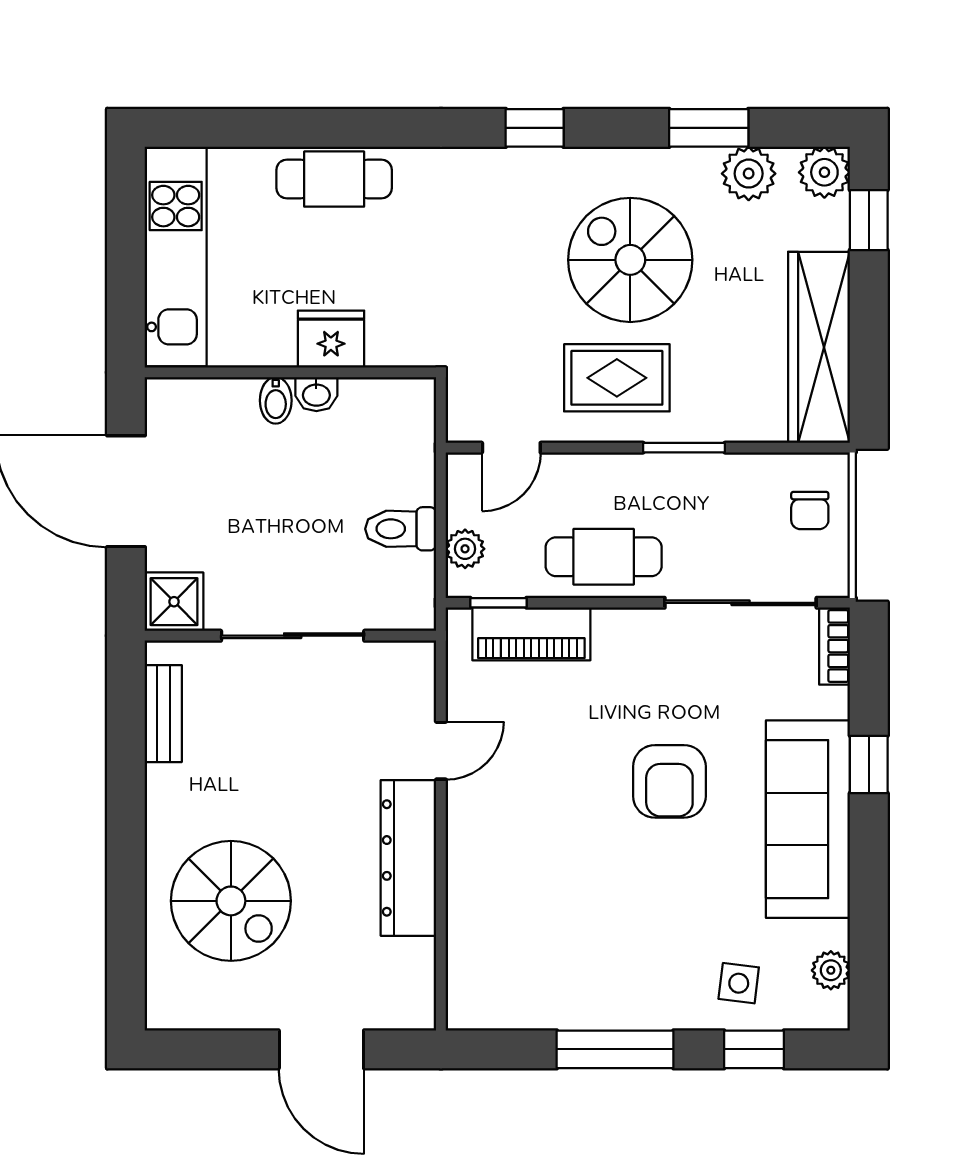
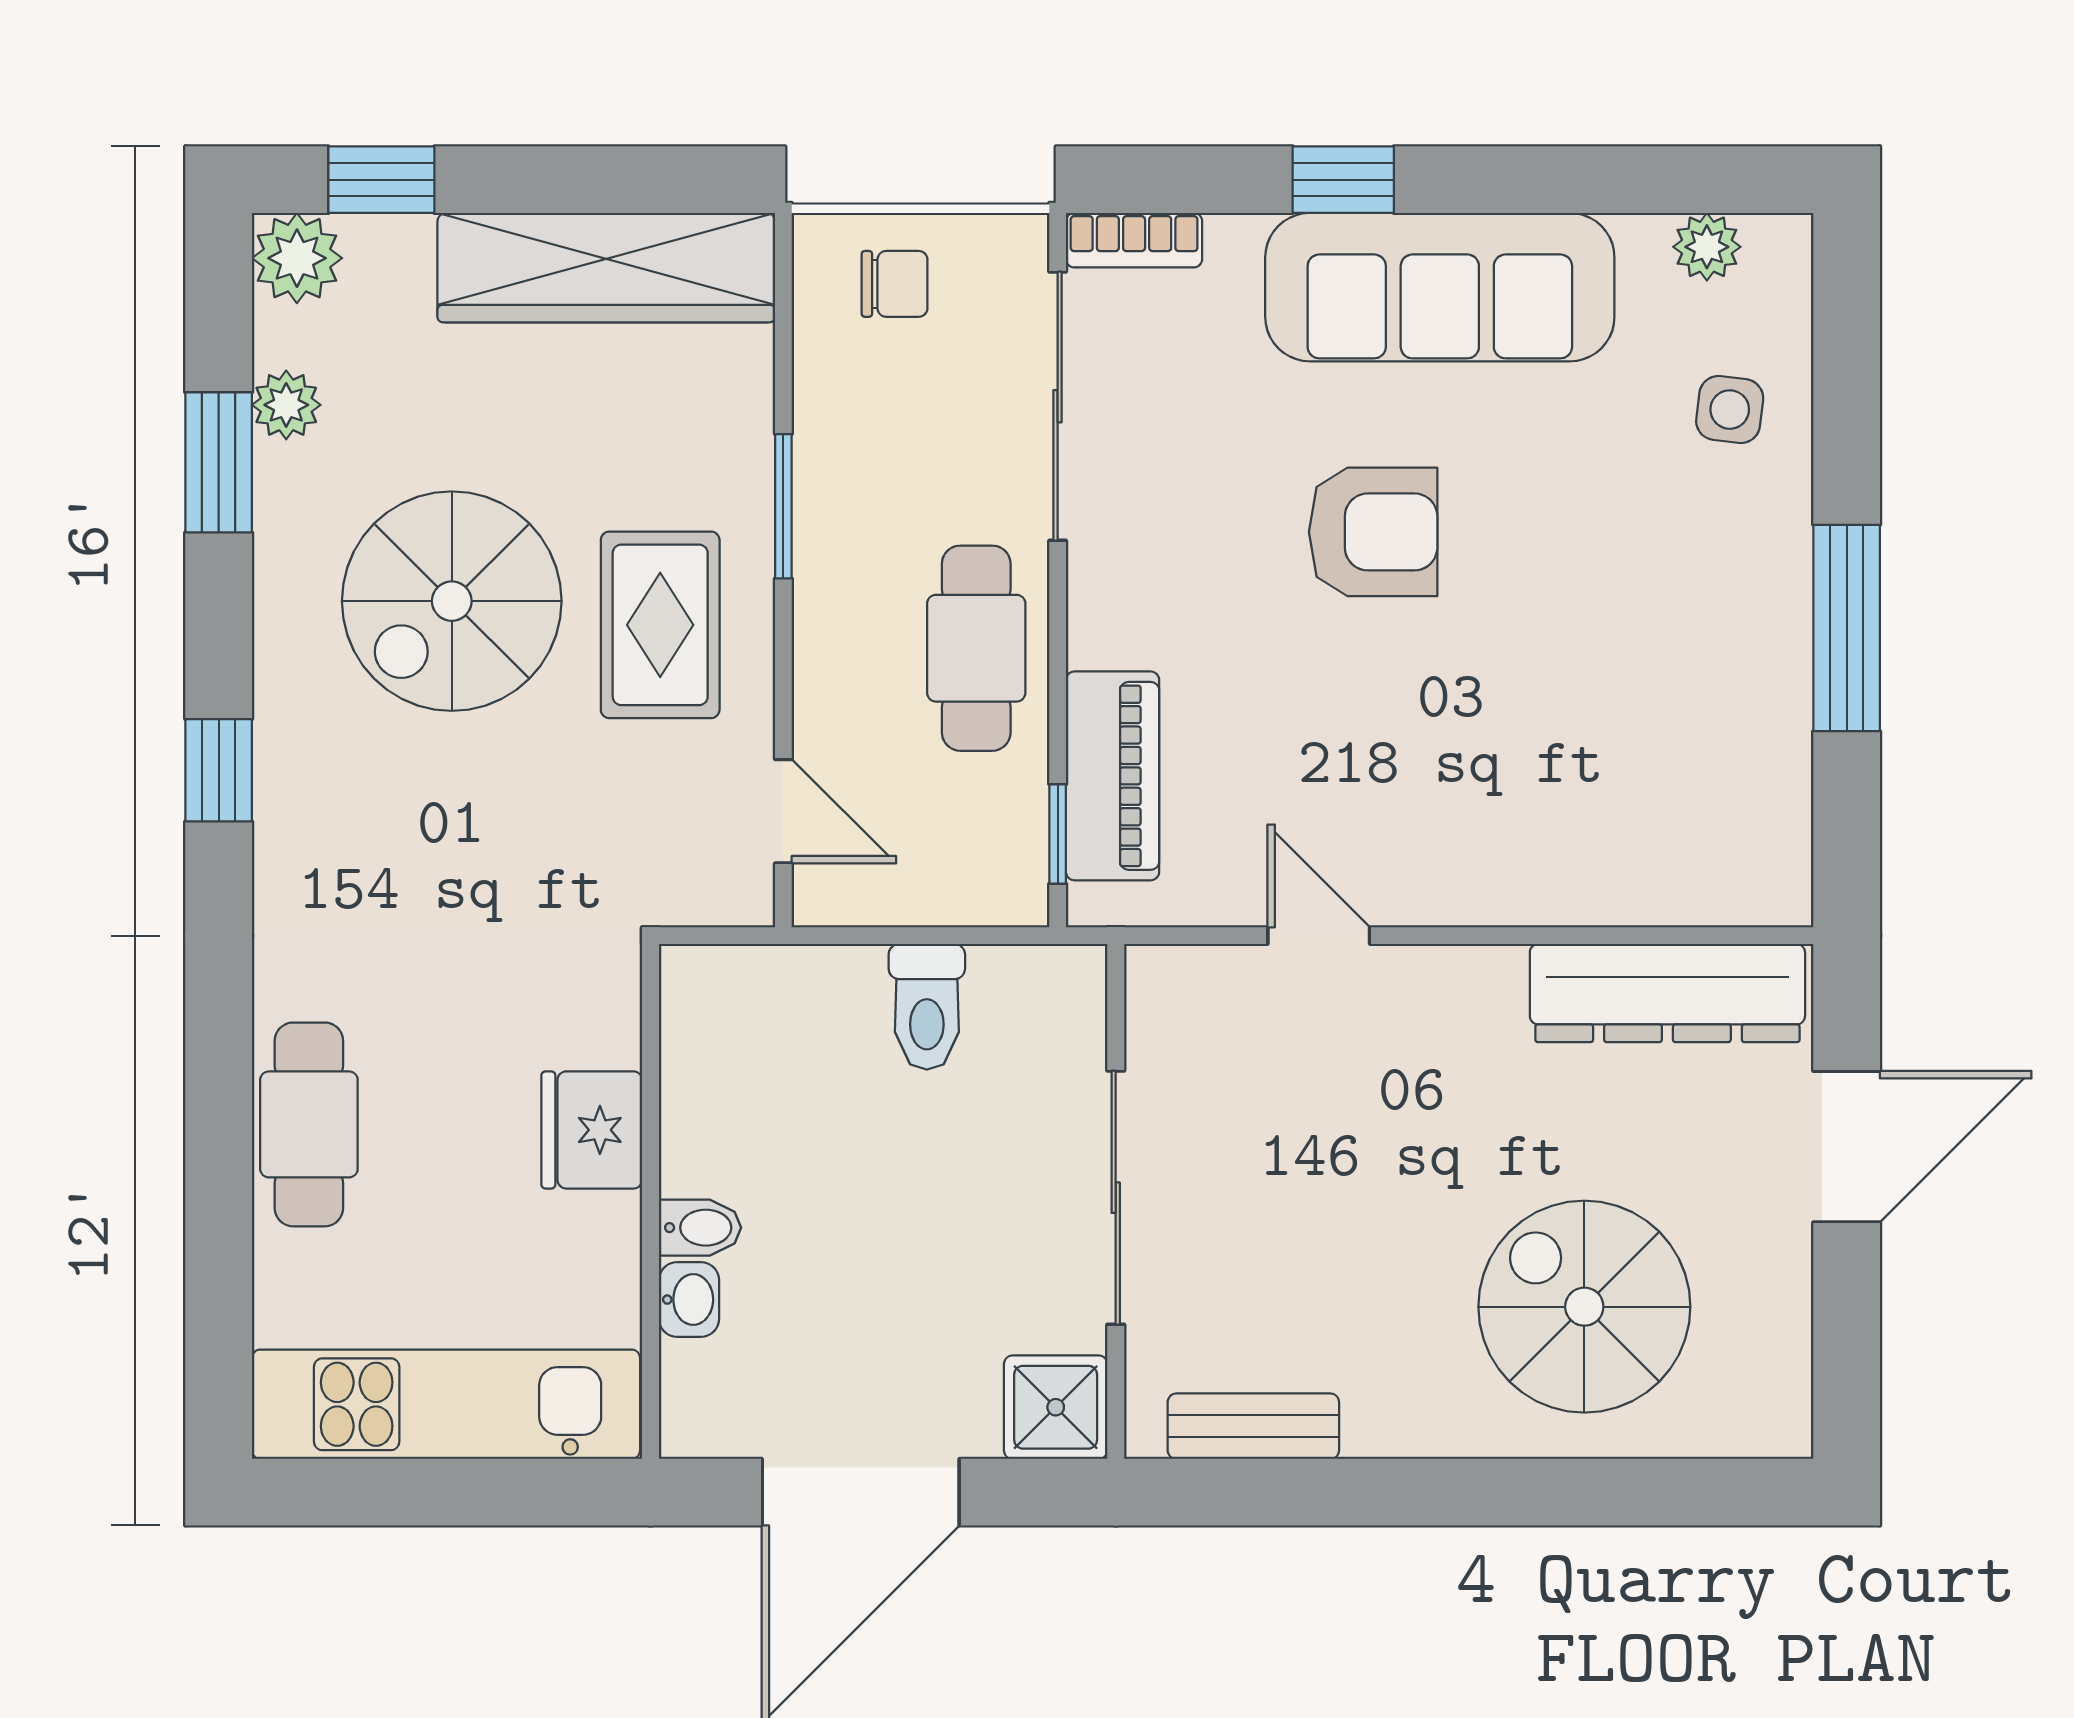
plant: (749, 174) -> (286, 405), width x0.73, depth x0.73
washbasin: (316, 394) -> (689, 1300), moved
plant: (465, 549) -> (962, 893), removed
dresser: (408, 858) -> (1667, 993), moved
spiral stairs: (231, 901) -> (1584, 1307), turned -90
window: (754, 1049) -> (1847, 383), removed

